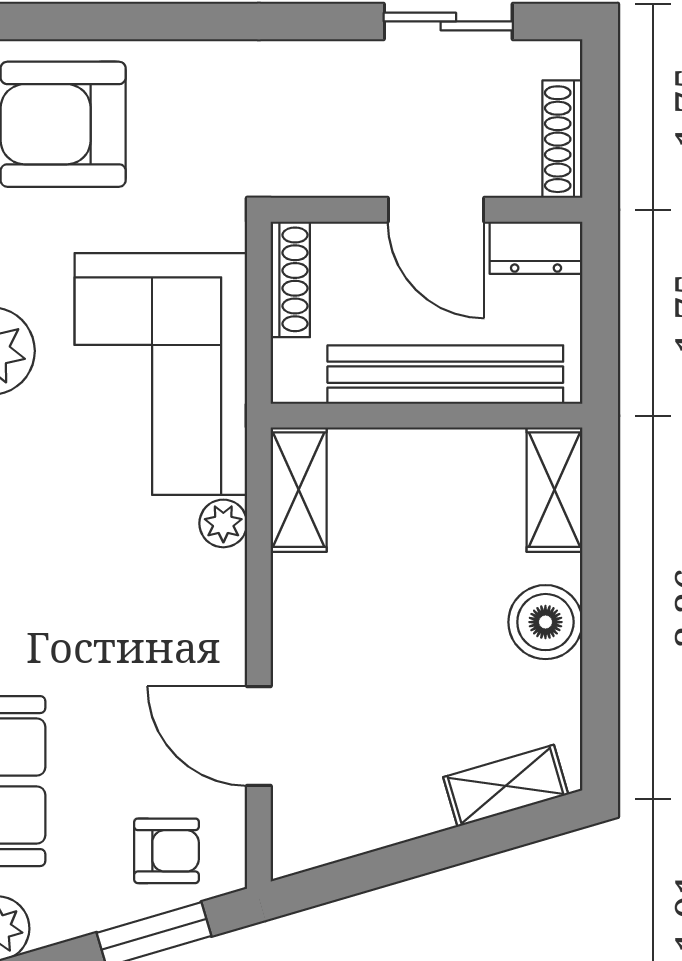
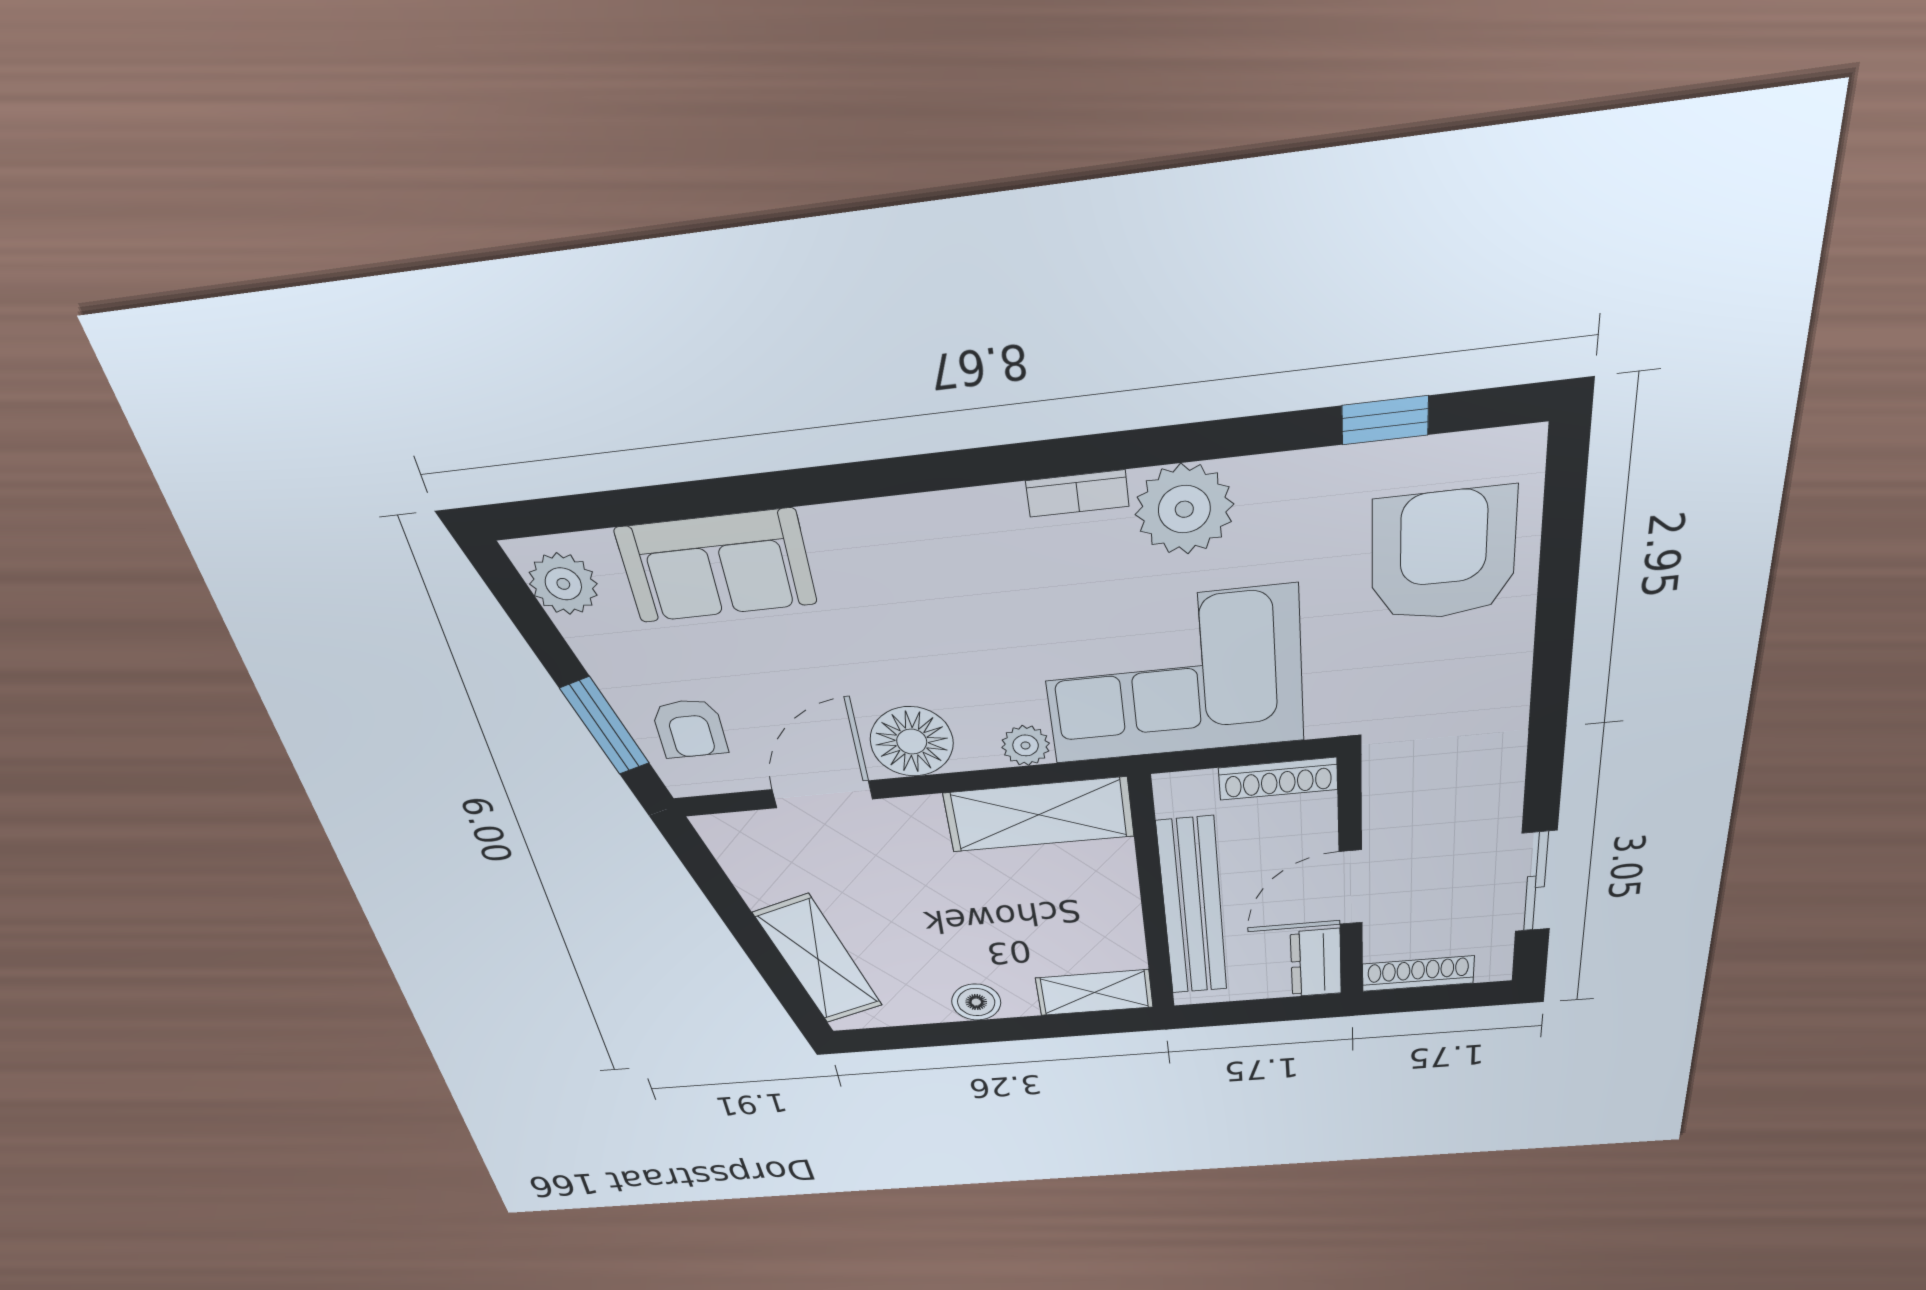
shelving: (299, 490) -> (1039, 815), width x1.50, depth x1.33
boiler: (545, 622) -> (976, 1002), width x0.73, depth x0.73
floor lamp: (206, 635) -> (912, 742), added
shelving: (506, 786) -> (818, 959), width x1.50, depth x1.33

